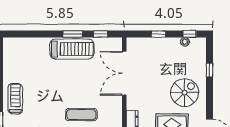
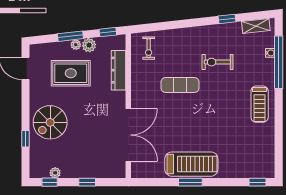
window: (101, 34) -> (258, 182), moved
treadmill: (72, 49) -> (191, 164), turned 180
spiral stairs: (185, 93) -> (50, 122), moved

